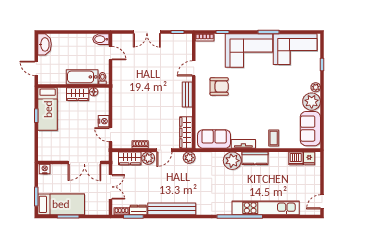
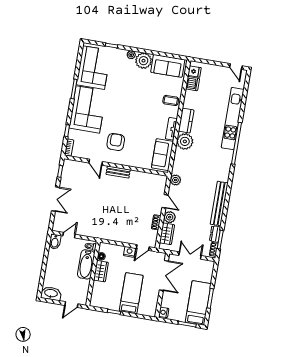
bed: (48, 109) -> (131, 293), moved, turned -90
wardrobe: (186, 132) -> (152, 179), removed

